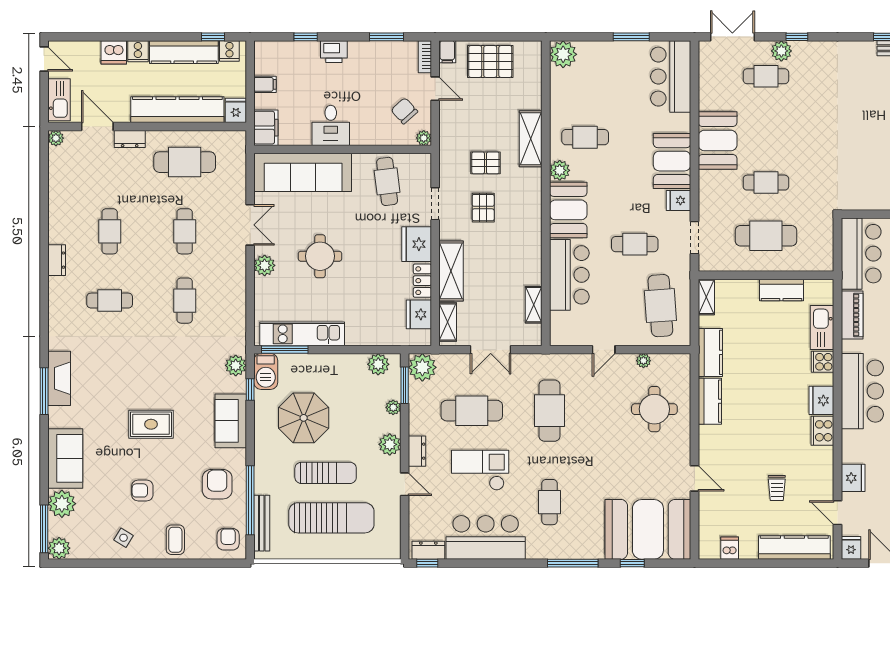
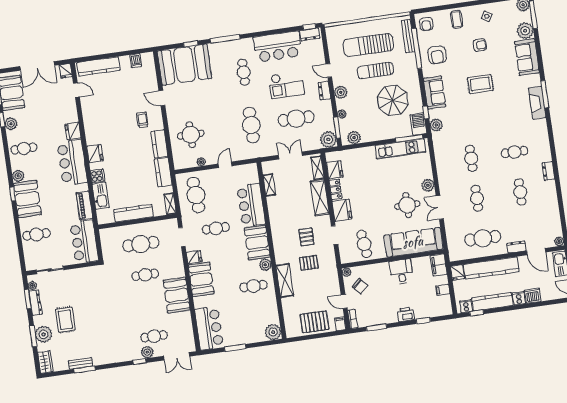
round table: (320, 256) -> (407, 205), moved
kitchen counter: (781, 290) -> (134, 213), width x1.50
cooker: (822, 431) -> (92, 136), removed
fridge: (853, 478) -> (73, 131), moved
trolley: (777, 488) -> (142, 120), moved

